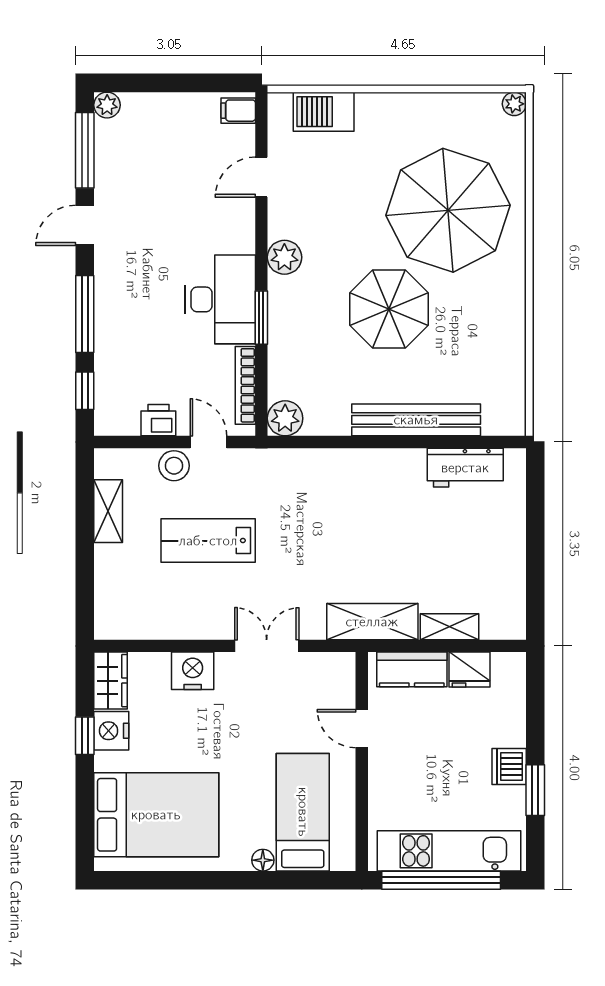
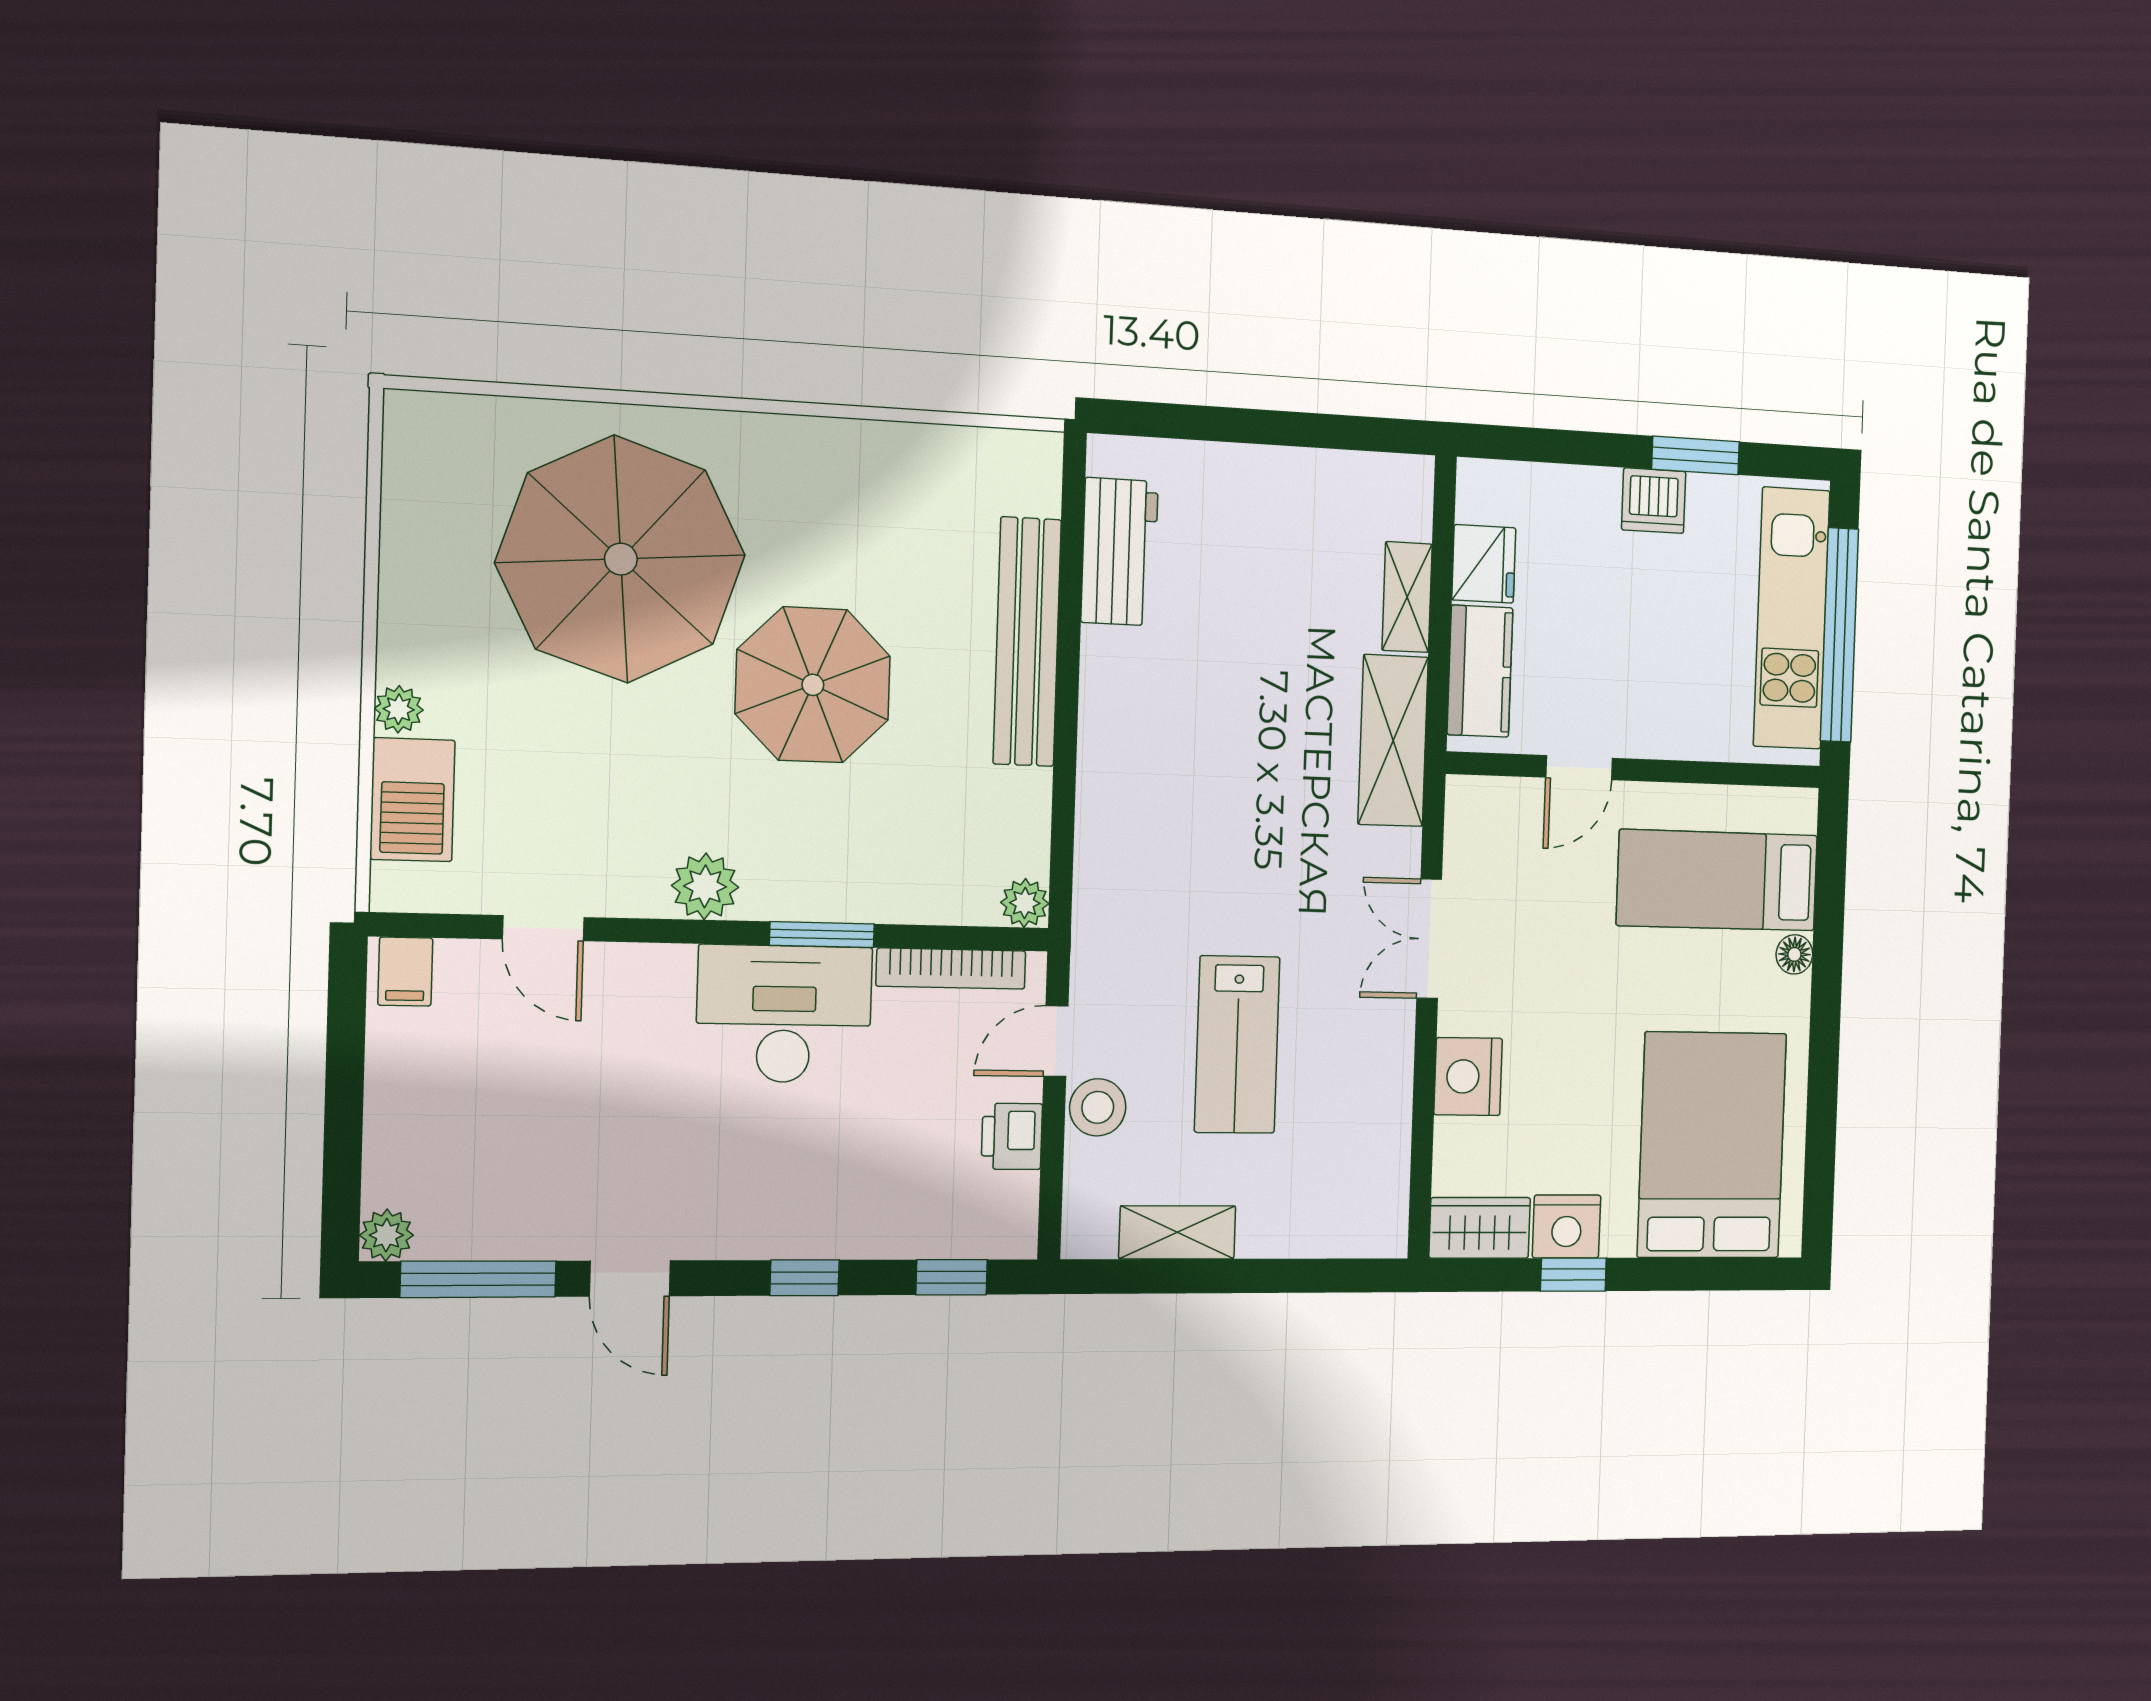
plant: (514, 104) -> (399, 709), moved
window: (85, 314) -> (804, 1278), width x0.46
plant: (285, 418) -> (1025, 903), width x0.73, depth x0.73

